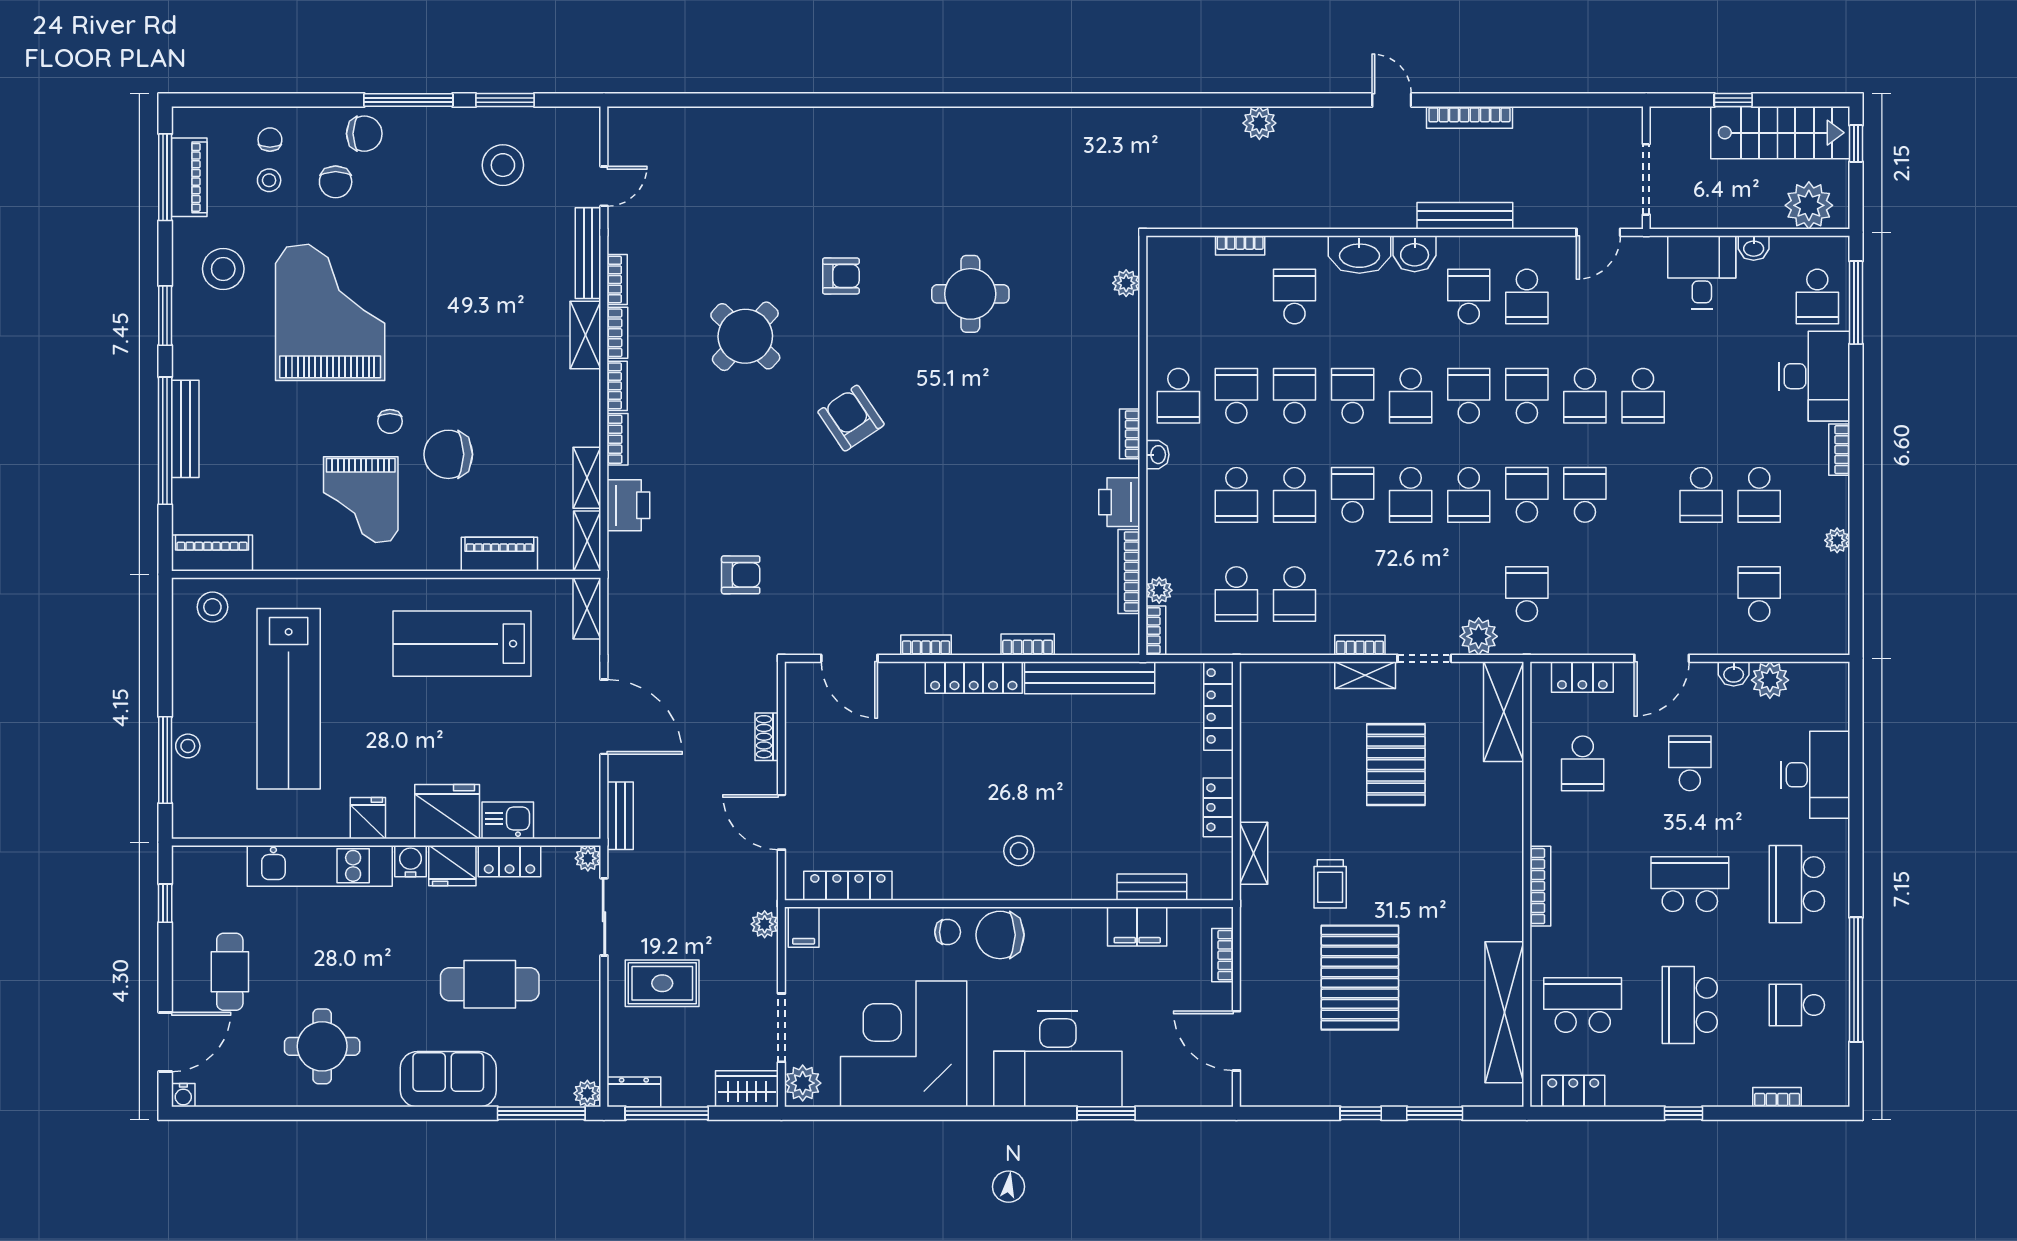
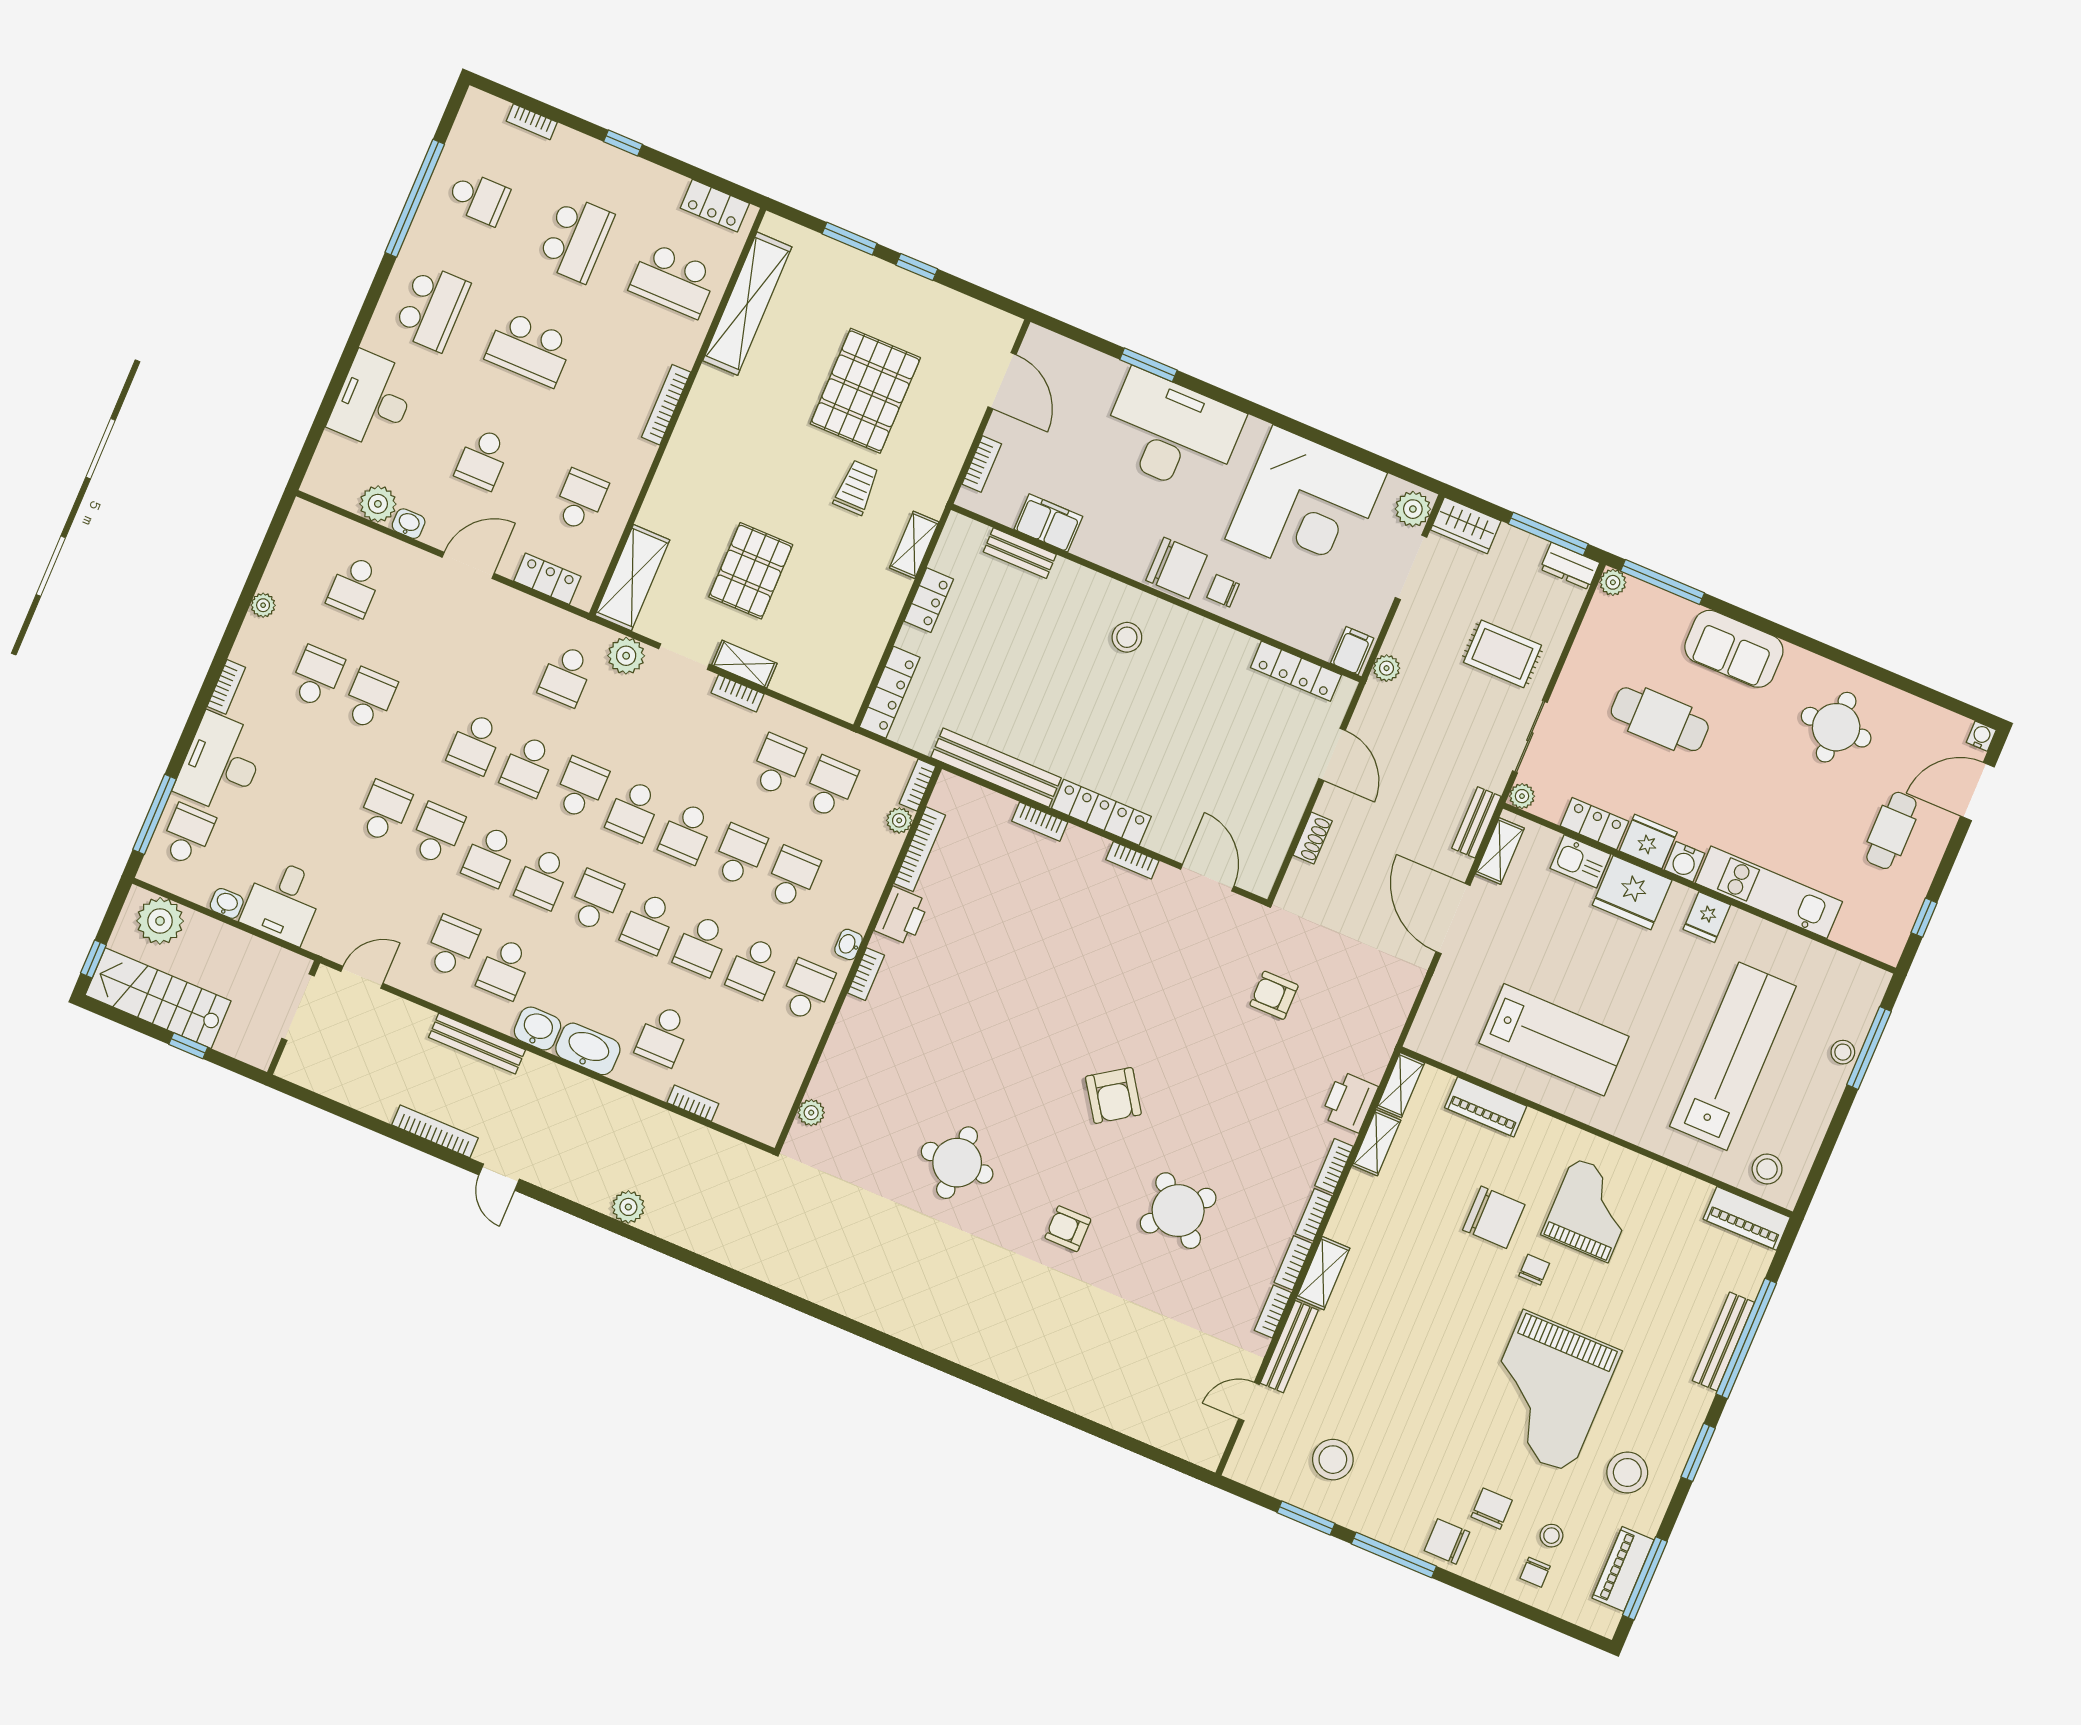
school desk: (1411, 495) -> (634, 811), turned 180
shelving: (587, 608) -> (1500, 851), moved

